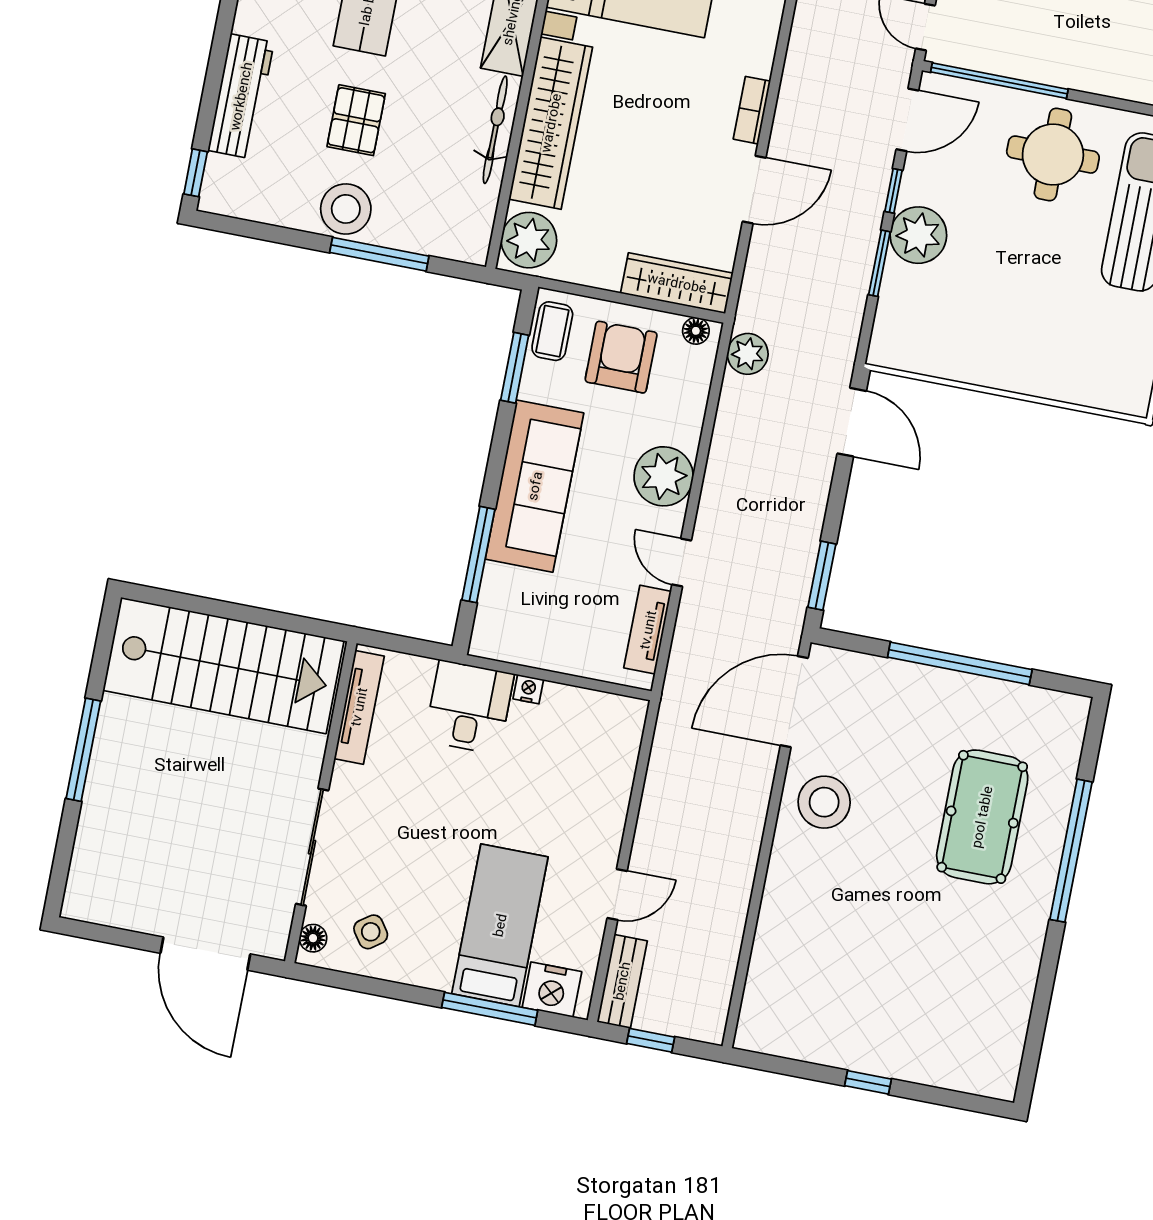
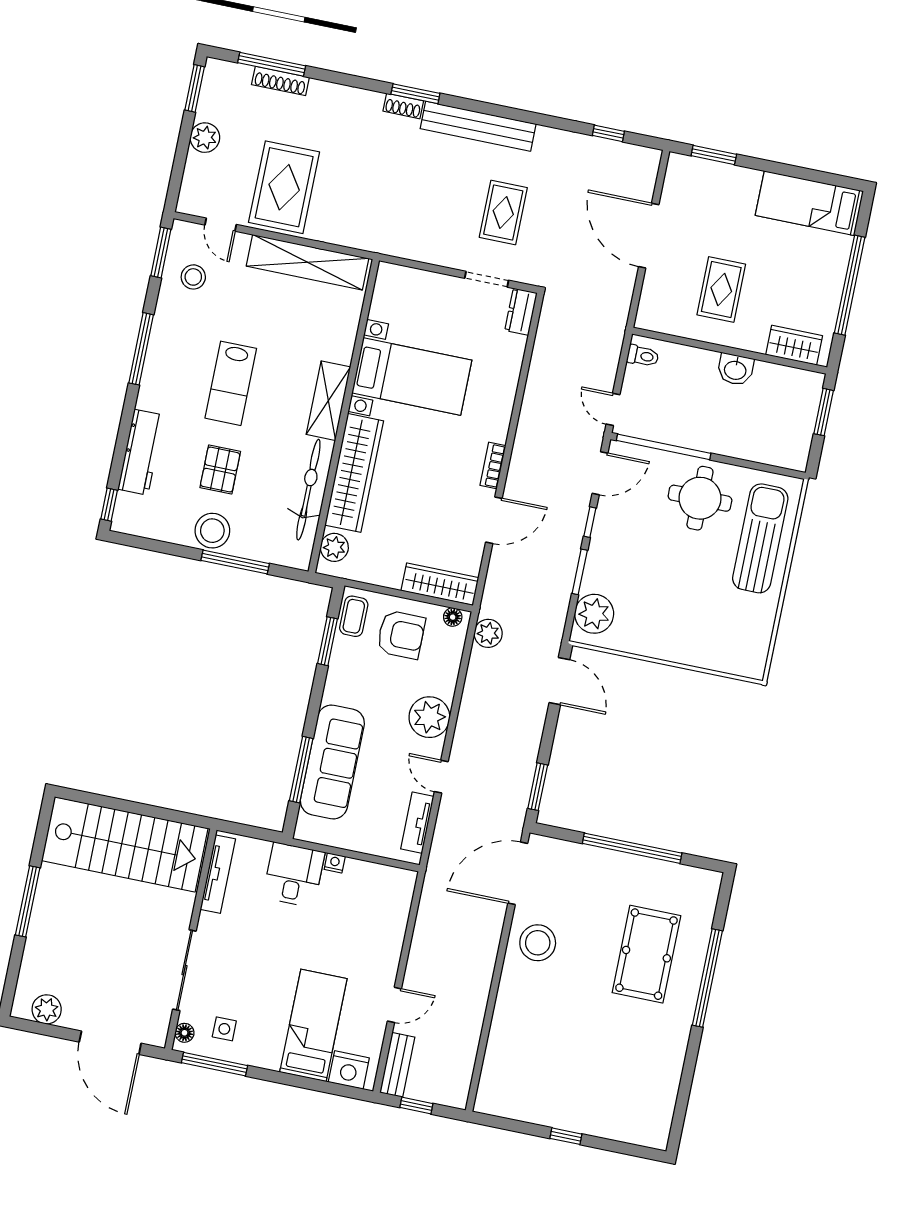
bicycle: (495, 130) -> (308, 490), width x1.37, depth x1.40
plant: (918, 235) -> (594, 614), moved
plant: (529, 240) -> (334, 547), width x0.73, depth x0.73
armchair: (621, 357) -> (401, 635), turned 90
sofa: (535, 486) -> (332, 762), moved
plant: (113, 906) -> (47, 1009), added
side table: (371, 932) -> (224, 1029), turned 35
window: (490, 1009) -> (215, 1064), moved

